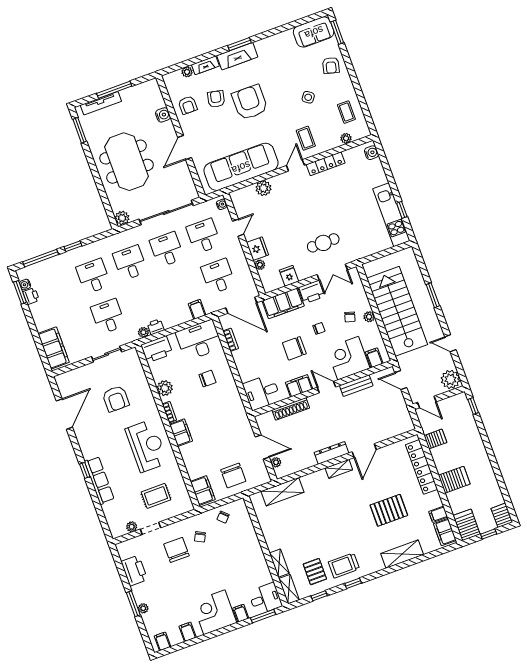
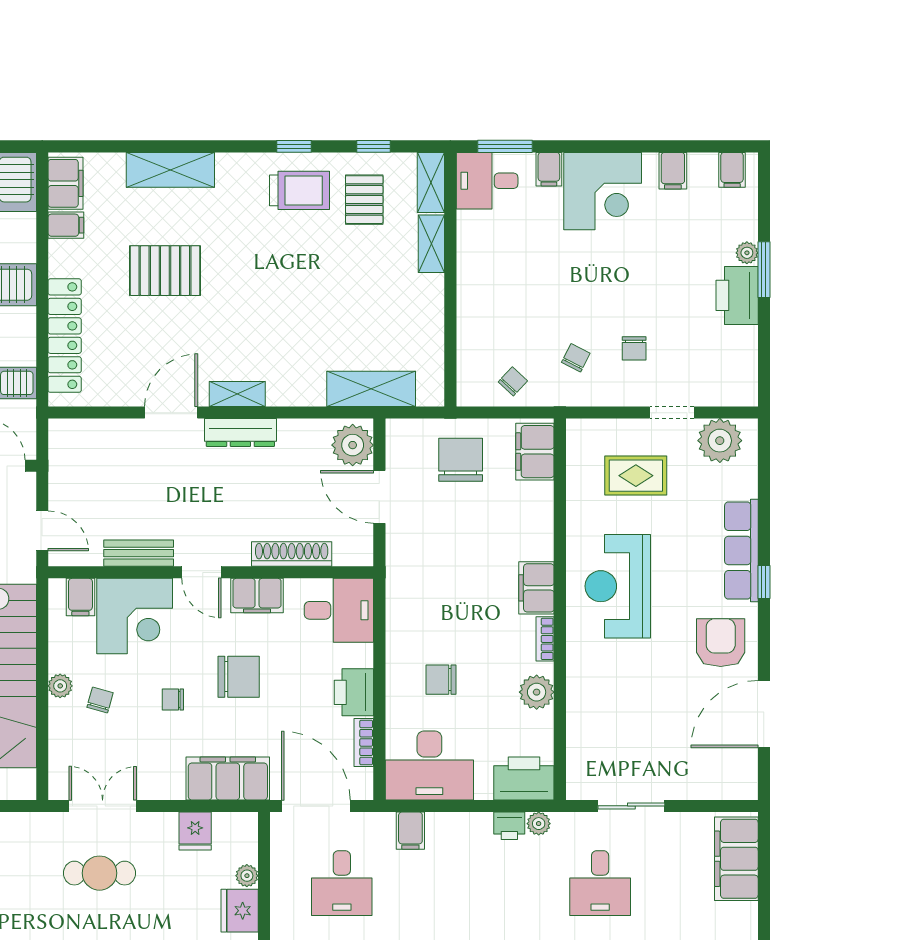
printer: (312, 292) -> (354, 692), moved, turned -90
armchair: (116, 399) -> (721, 643), moved
plant: (276, 462) -> (353, 445), width x1.88, depth x1.88
plant: (132, 527) -> (720, 441), width x1.87, depth x1.87
chair: (177, 550) -> (634, 348), width x0.54, depth x0.54
printer: (134, 571) -> (737, 295), moved

